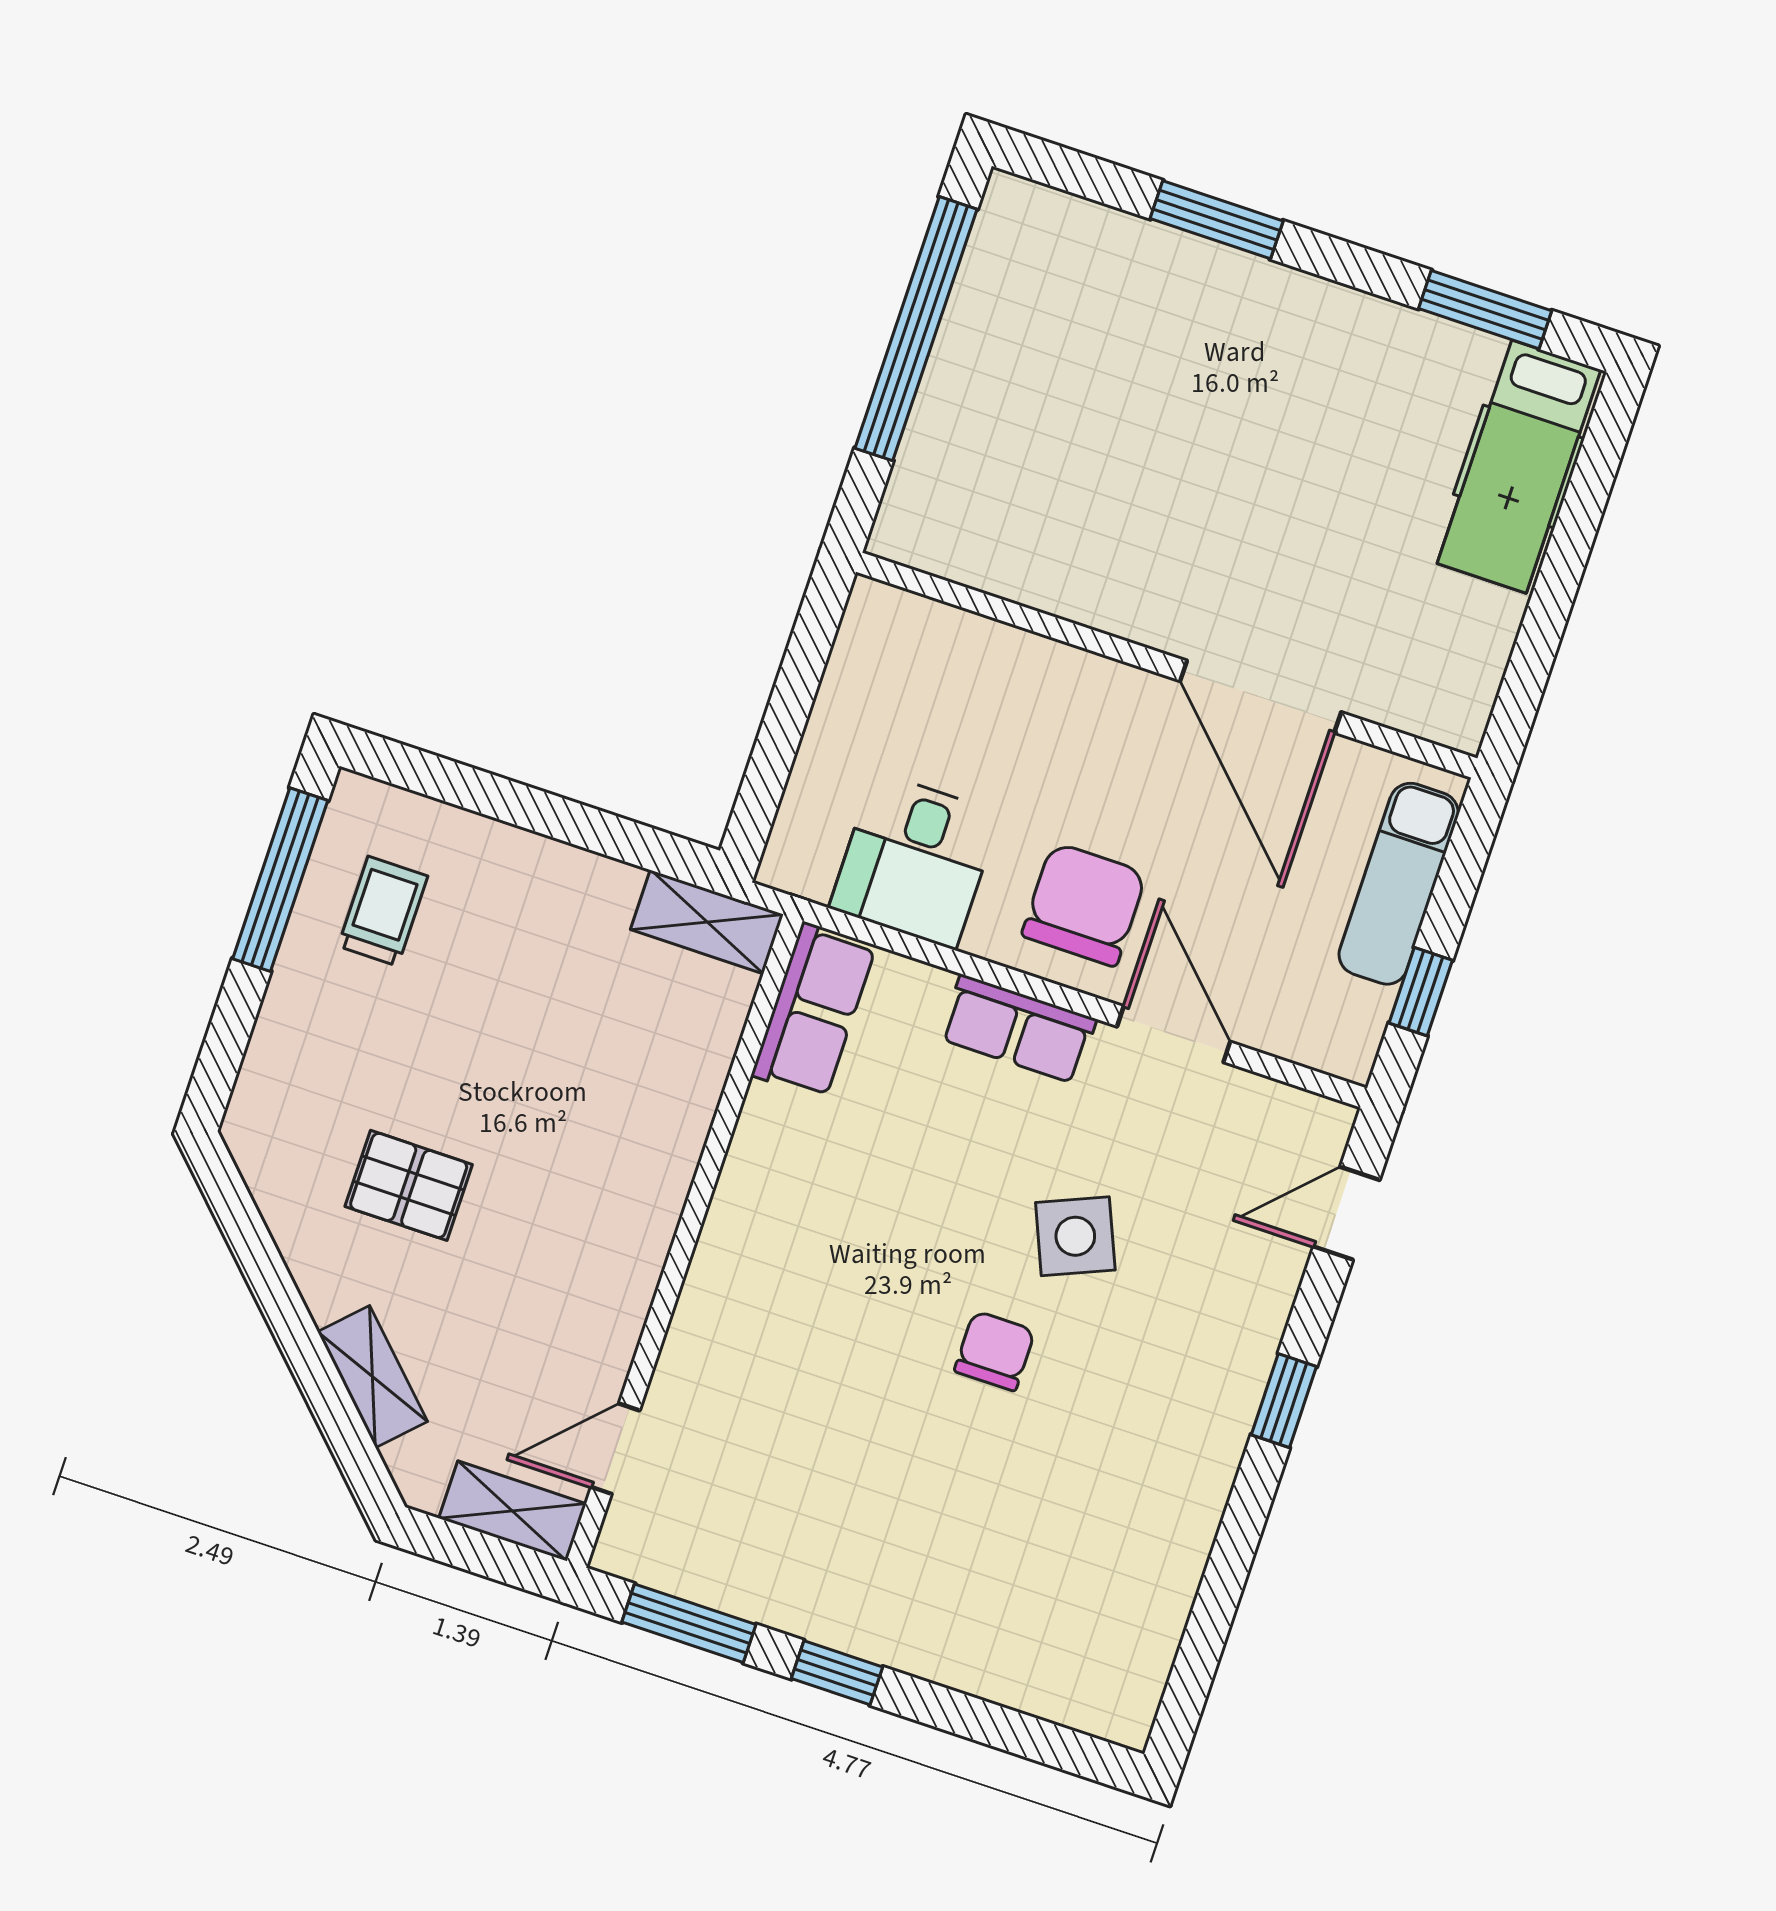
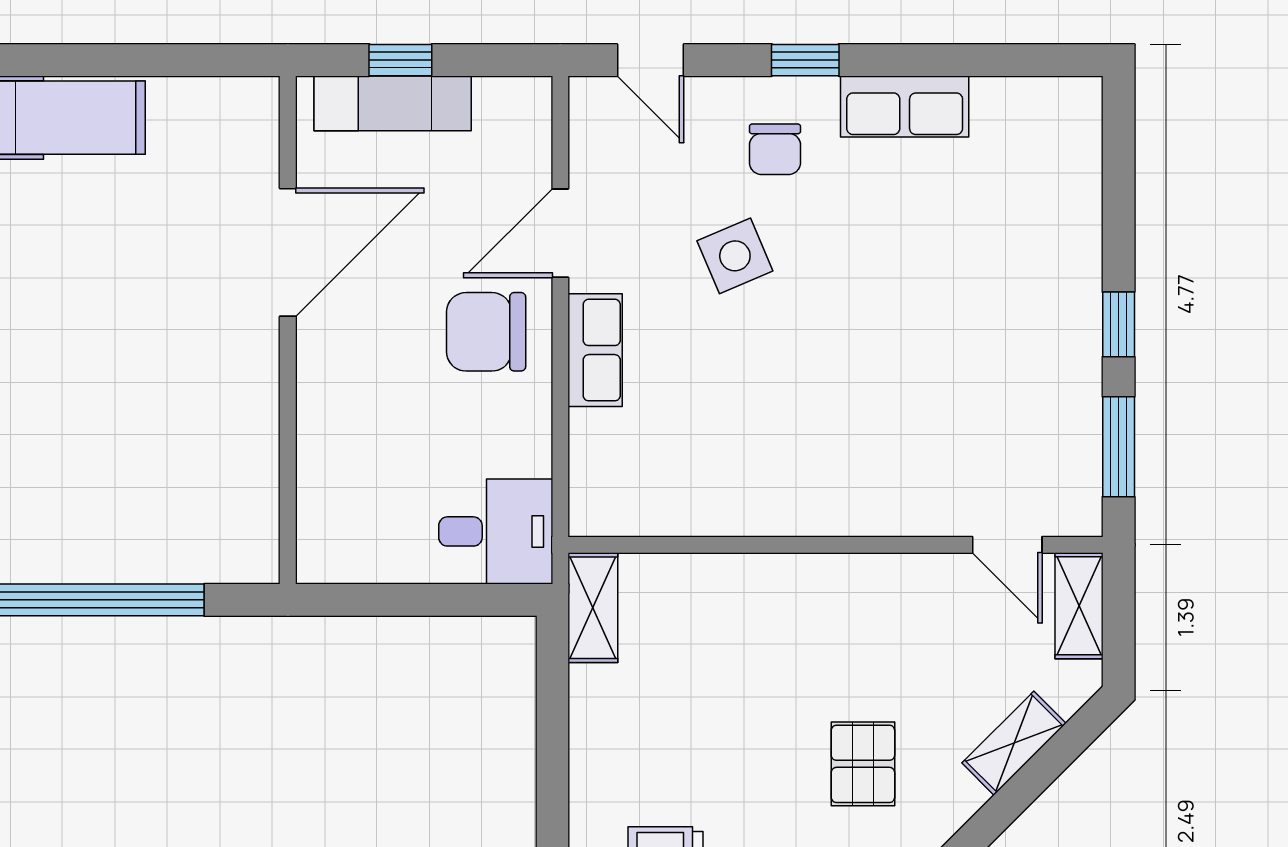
desk: (915, 861) -> (496, 531), moved
window: (1421, 992) -> (400, 60), moved
row of seats: (814, 1011) -> (905, 106), moved, turned 180
chair: (995, 1351) -> (775, 149), moved, turned -90

